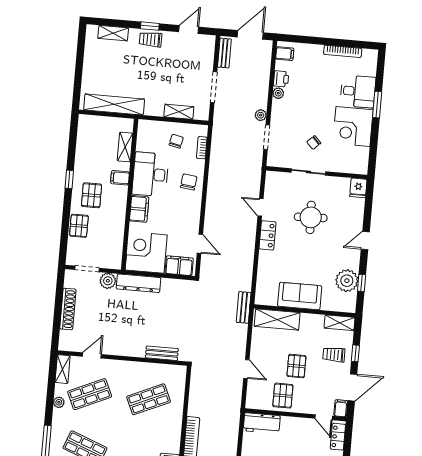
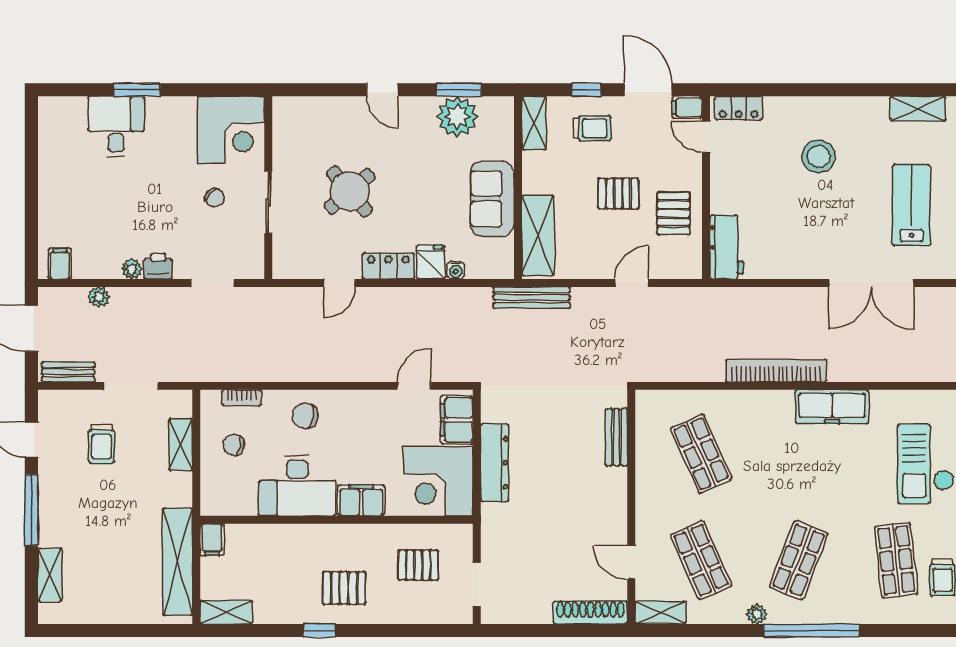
window: (150, 26) -> (31, 510), width x2.17
trolley: (151, 39) -> (102, 444), moved
bookcase: (343, 51) -> (47, 160), removed
printer: (281, 79) -> (158, 266), moved
plant: (261, 115) -> (99, 297), moved
corner desk: (353, 126) -> (231, 130), moved
shelving: (125, 147) -> (226, 612), moved
filing cabinet: (120, 178) -> (212, 540), moved
fridge: (358, 188) -> (431, 262), moved, turned -90
round table: (311, 217) -> (350, 191), turned -38
pallet: (79, 226) -> (418, 565), moved
water cooler: (262, 272) -> (456, 270), added
plant: (108, 281) -> (495, 545), removed
dresser: (139, 283) -> (495, 463), moved
window: (362, 283) -> (459, 90), width x1.50
bench: (244, 307) -> (532, 298), width x1.36
shoe rack: (68, 309) -> (590, 613), moved
trolley: (334, 355) -> (592, 128), turned -90
pallet: (283, 396) -> (674, 213), turned 90
plant: (59, 402) -> (757, 614), moved
door: (324, 417) -> (706, 137), swing flipped

